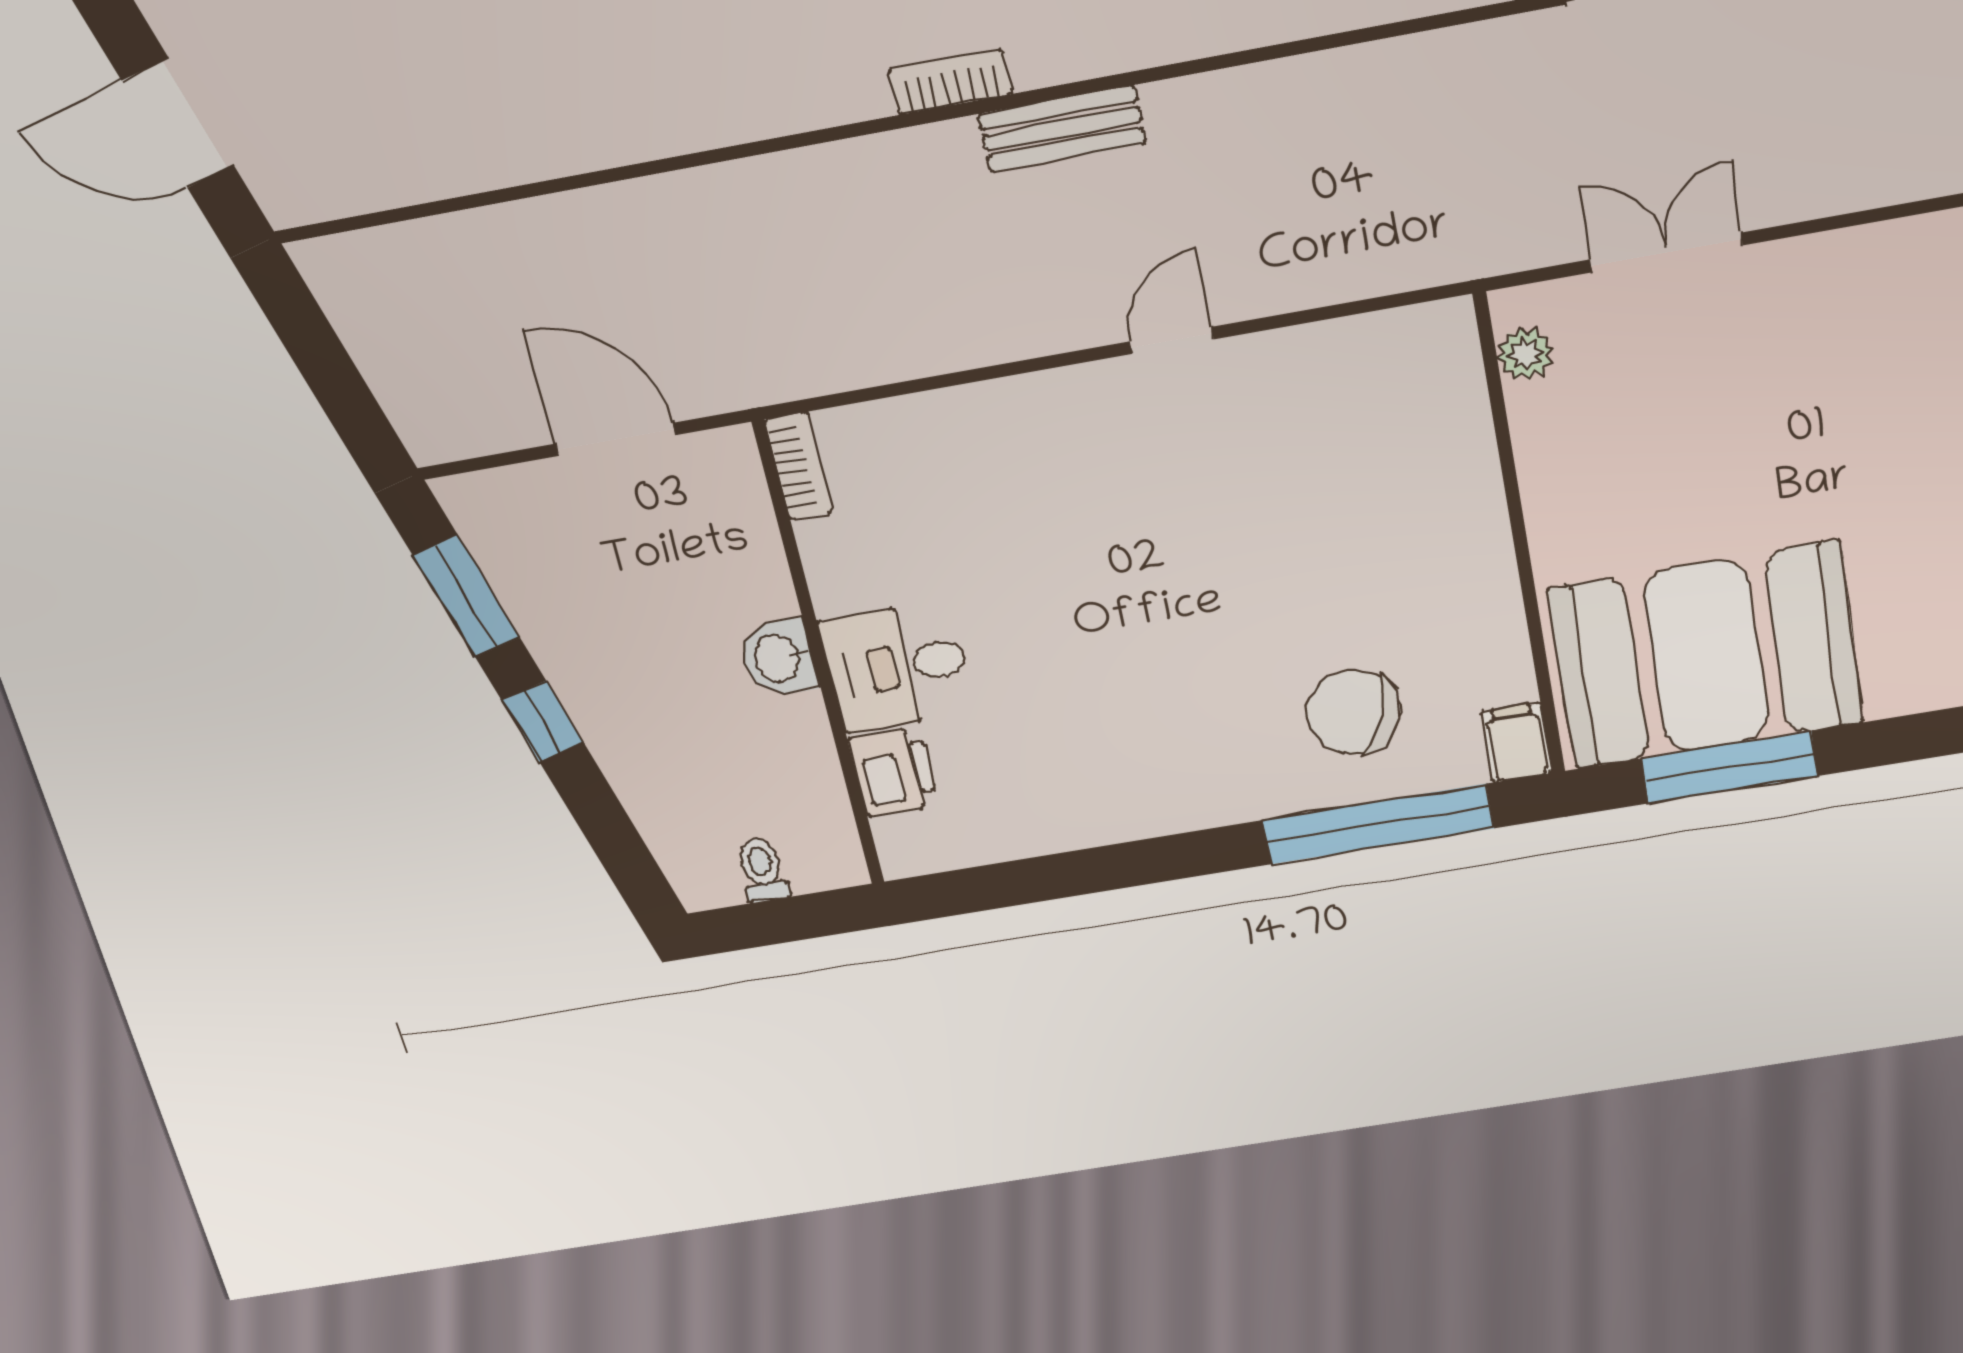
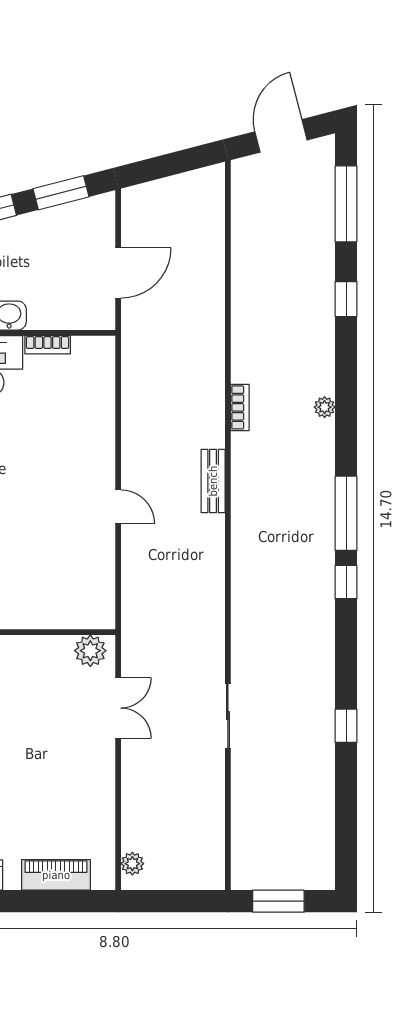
bookcase: (950, 82) -> (240, 407), moved
plant: (1525, 354) -> (90, 651), width x1.38, depth x1.38
bookcase: (799, 466) -> (48, 345), moved

